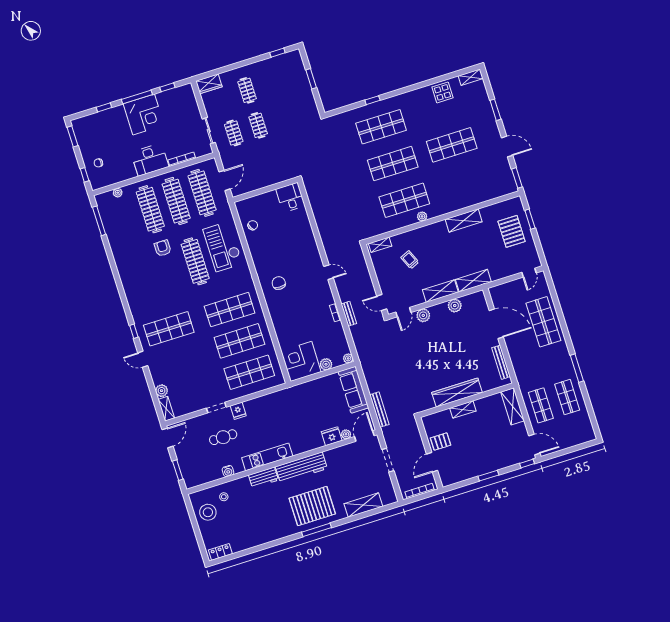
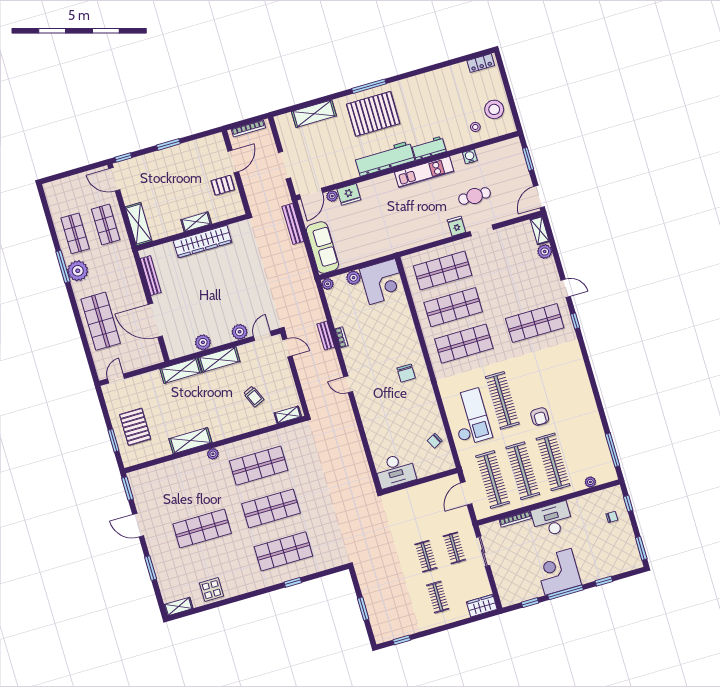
desk: (290, 197) -> (395, 471), width x1.37
plant: (422, 216) -> (213, 454), moved
plant: (564, 365) -> (78, 271), added

